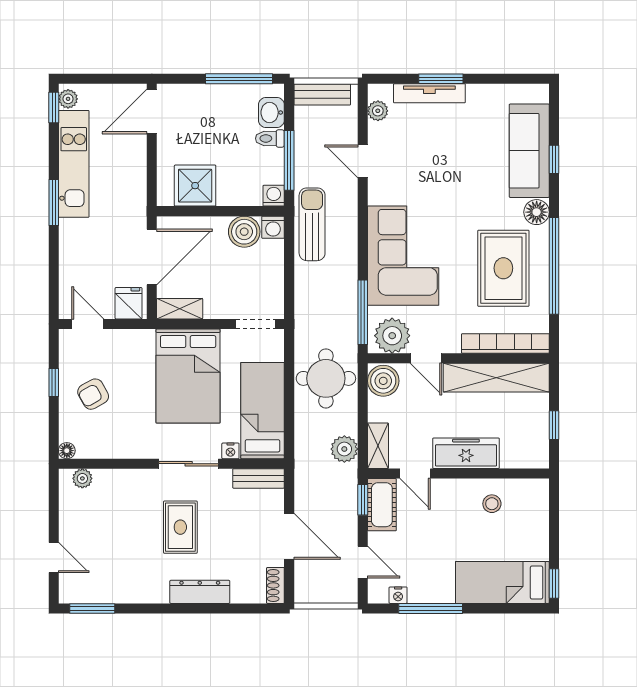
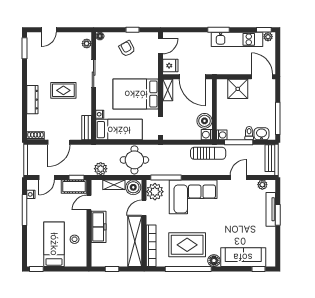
window: (554, 159) -> (259, 269), moved
shower: (195, 186) -> (238, 89), moved
shelving: (378, 446) -> (114, 185), moved
sliding door: (189, 464) -> (94, 74), moved
bed: (502, 582) -> (54, 244), moved

